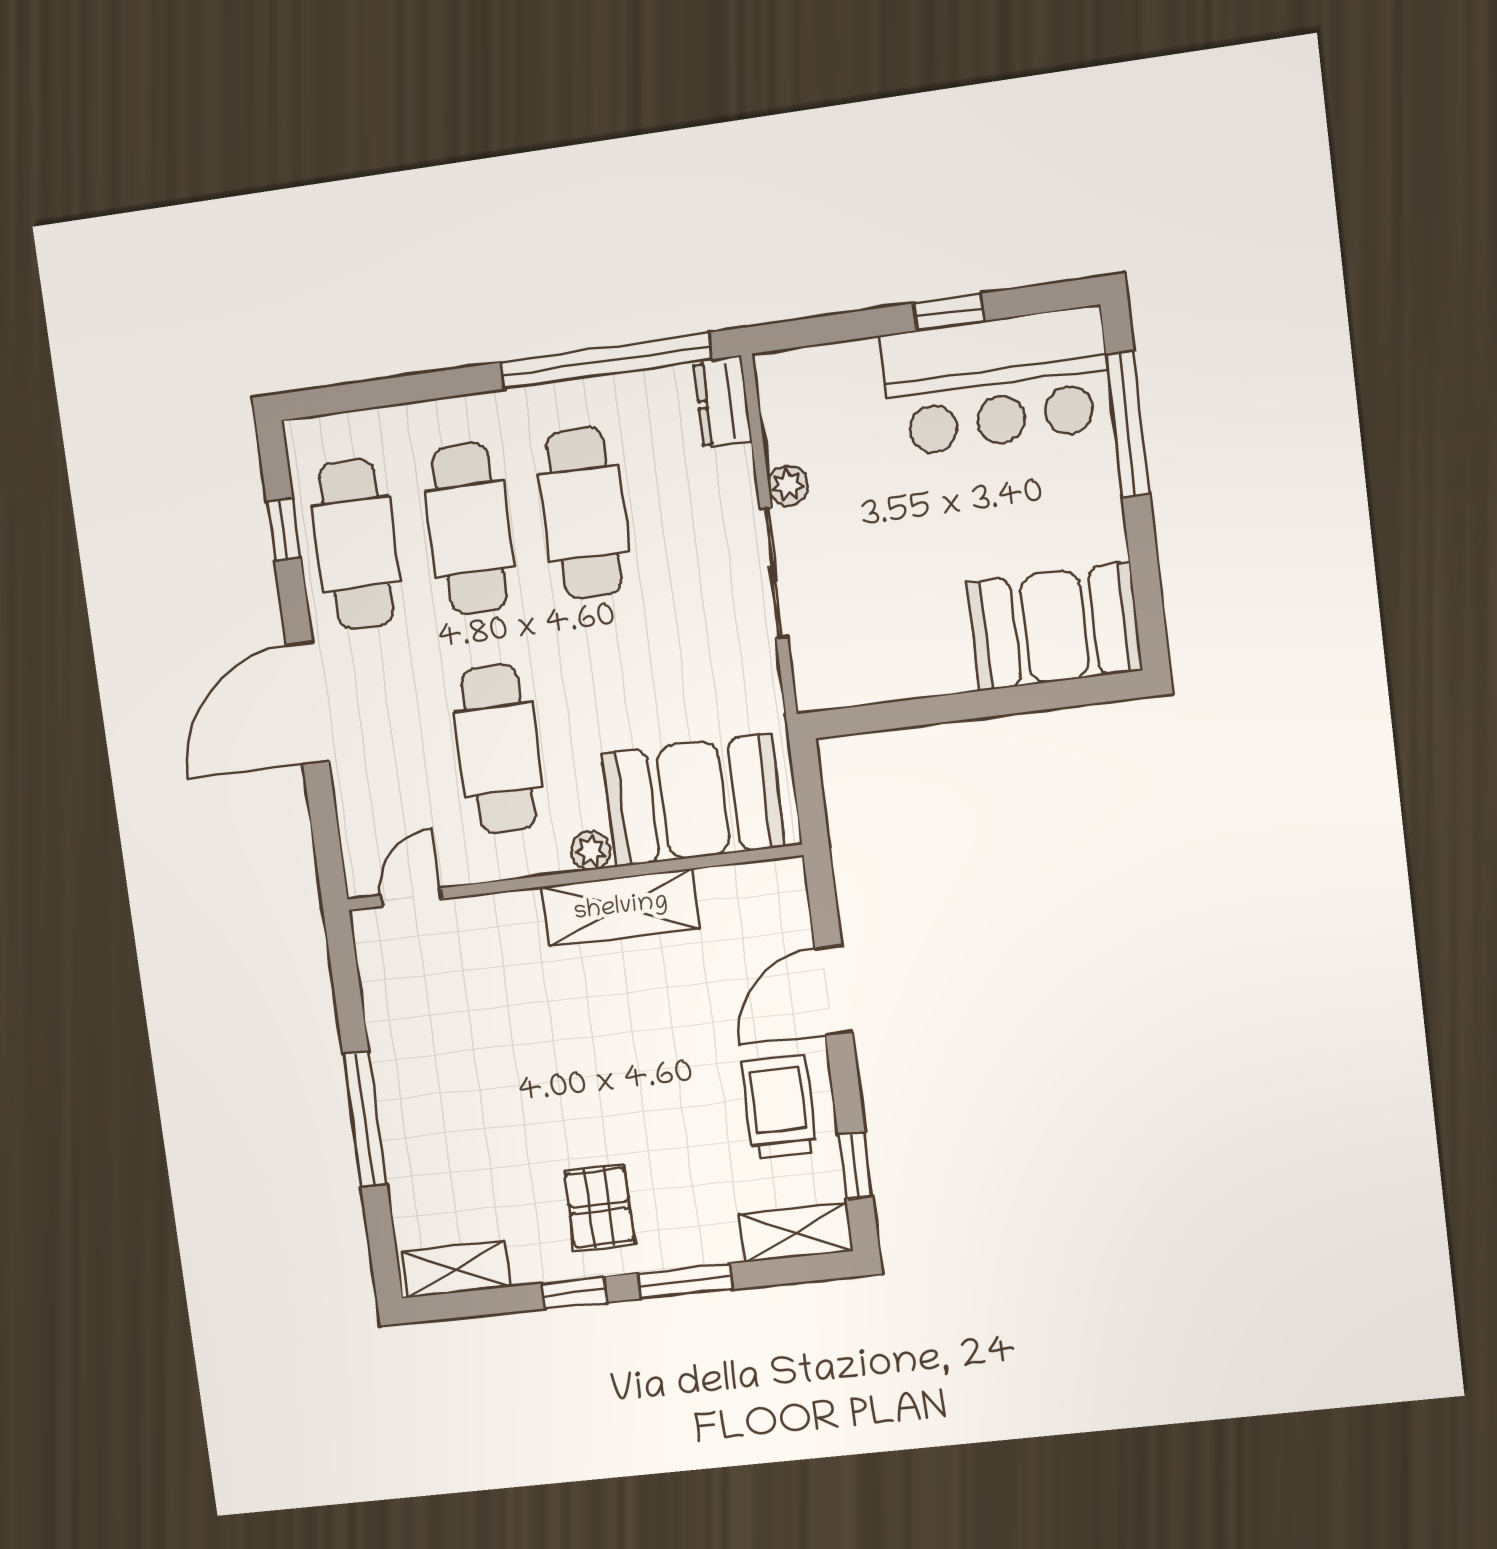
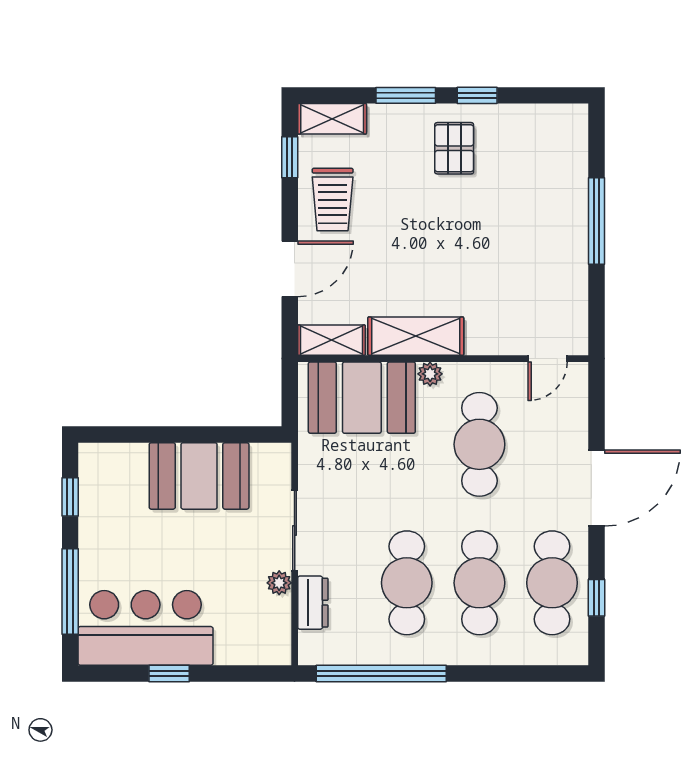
dresser: (723, 402) -> (313, 603), moved
window: (1146, 580) -> (70, 497), added
booth: (1055, 627) -> (199, 476), moved
shelving: (456, 1269) -> (331, 340), moved

